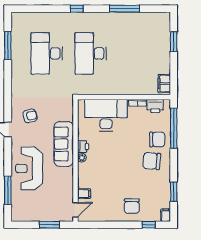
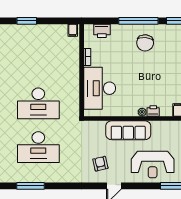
filing cabinet: (164, 83) -> (73, 30), width x0.50
printer: (155, 106) -> (102, 31), moved, turned 90
window: (174, 128) -> (138, 21), moved
chair: (157, 139) -> (124, 37), removed
printer: (83, 147) -> (153, 111), moved

